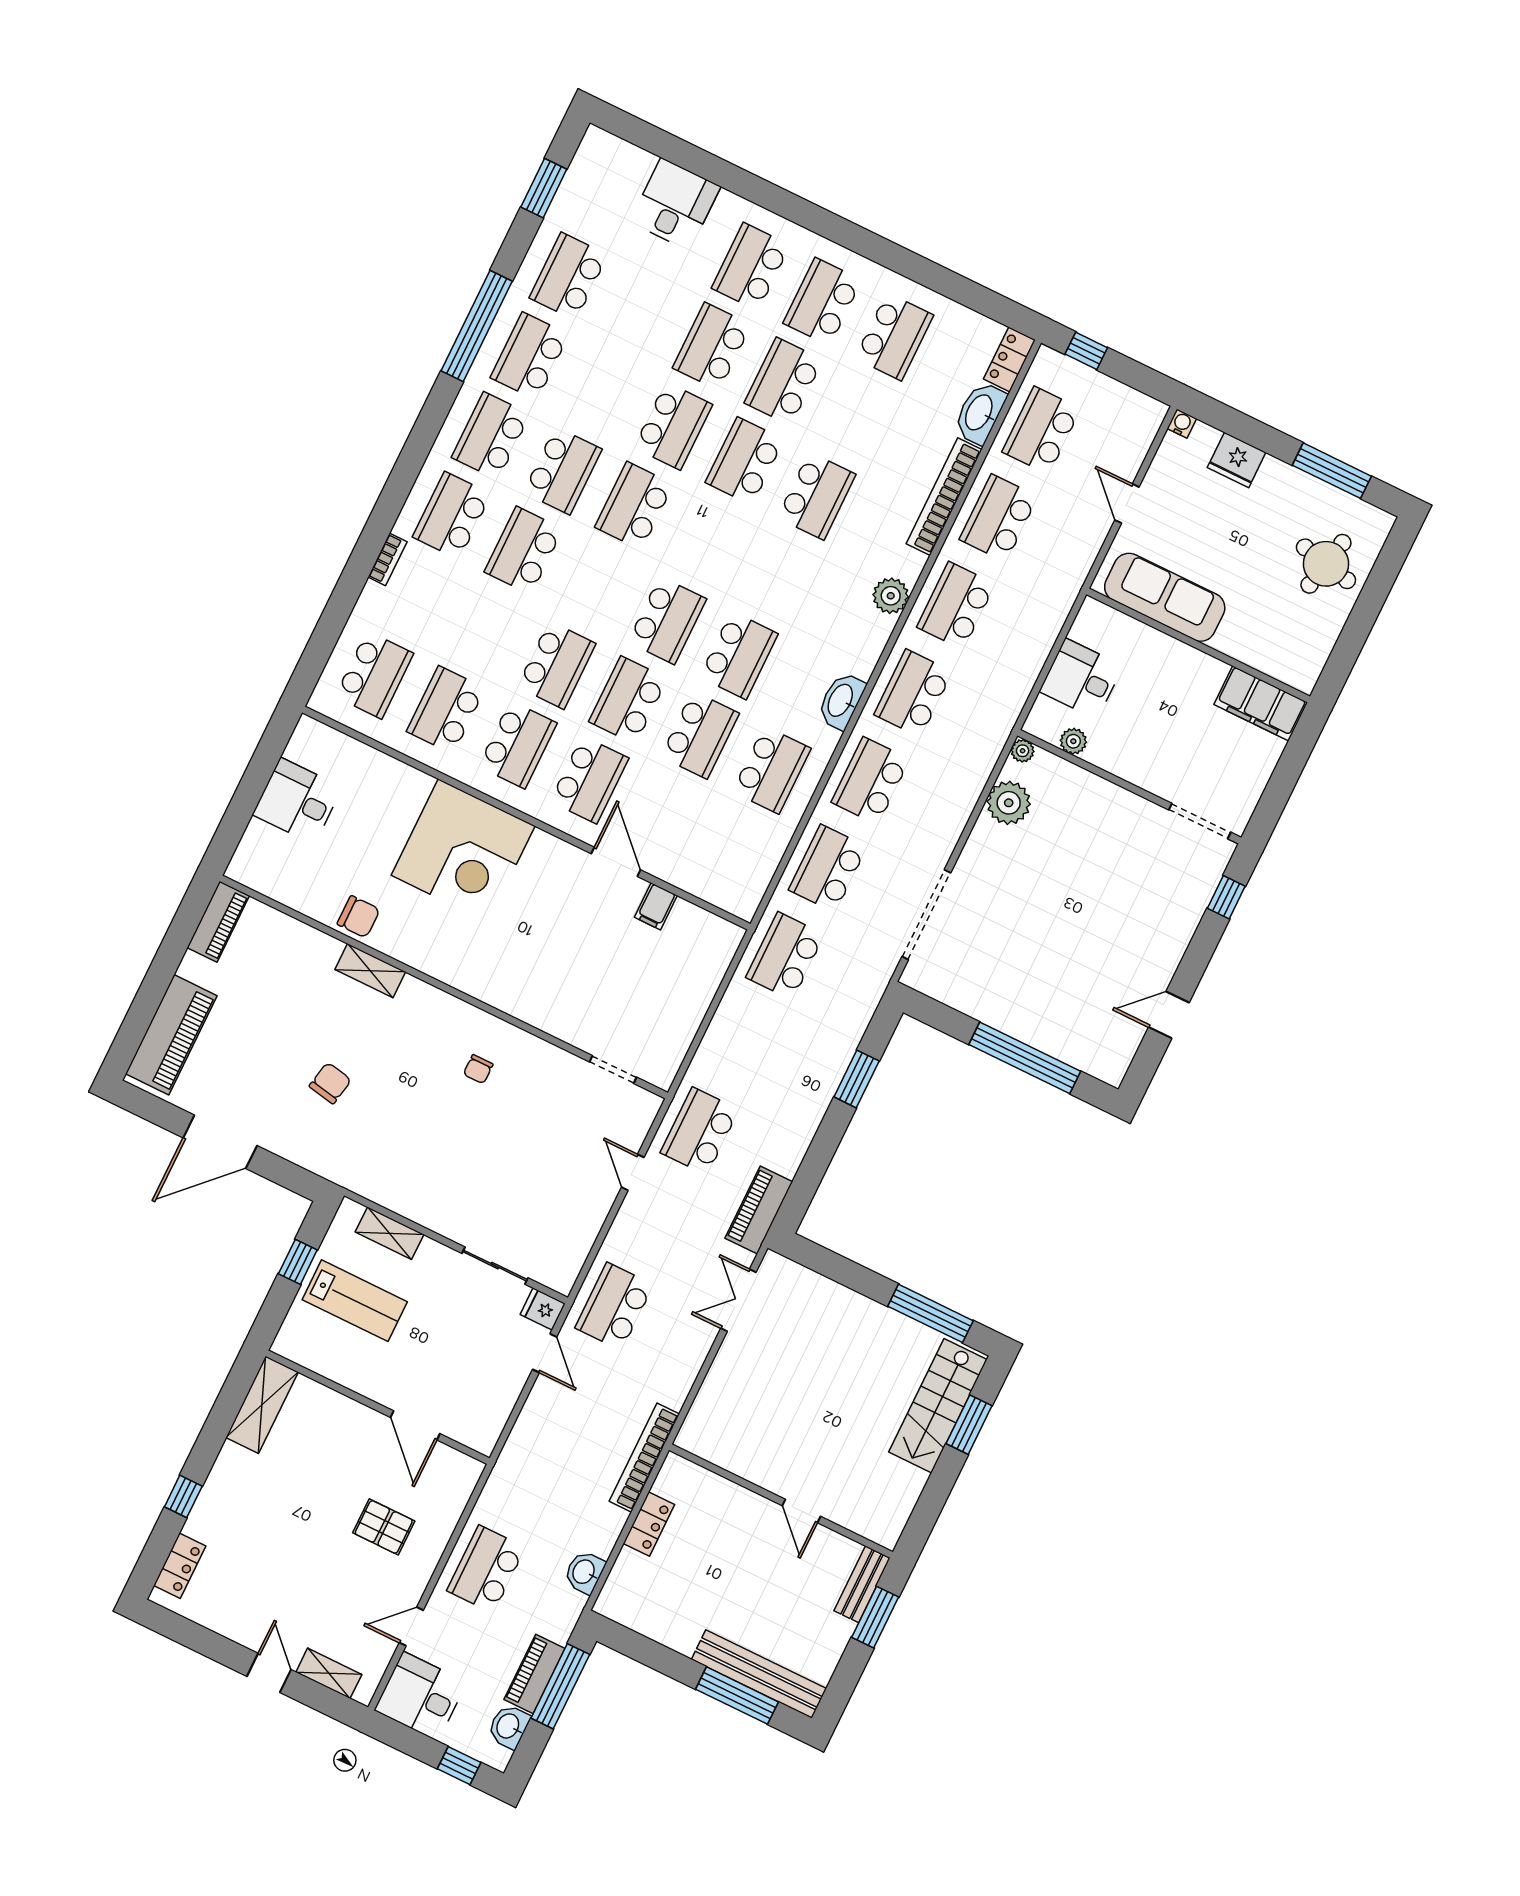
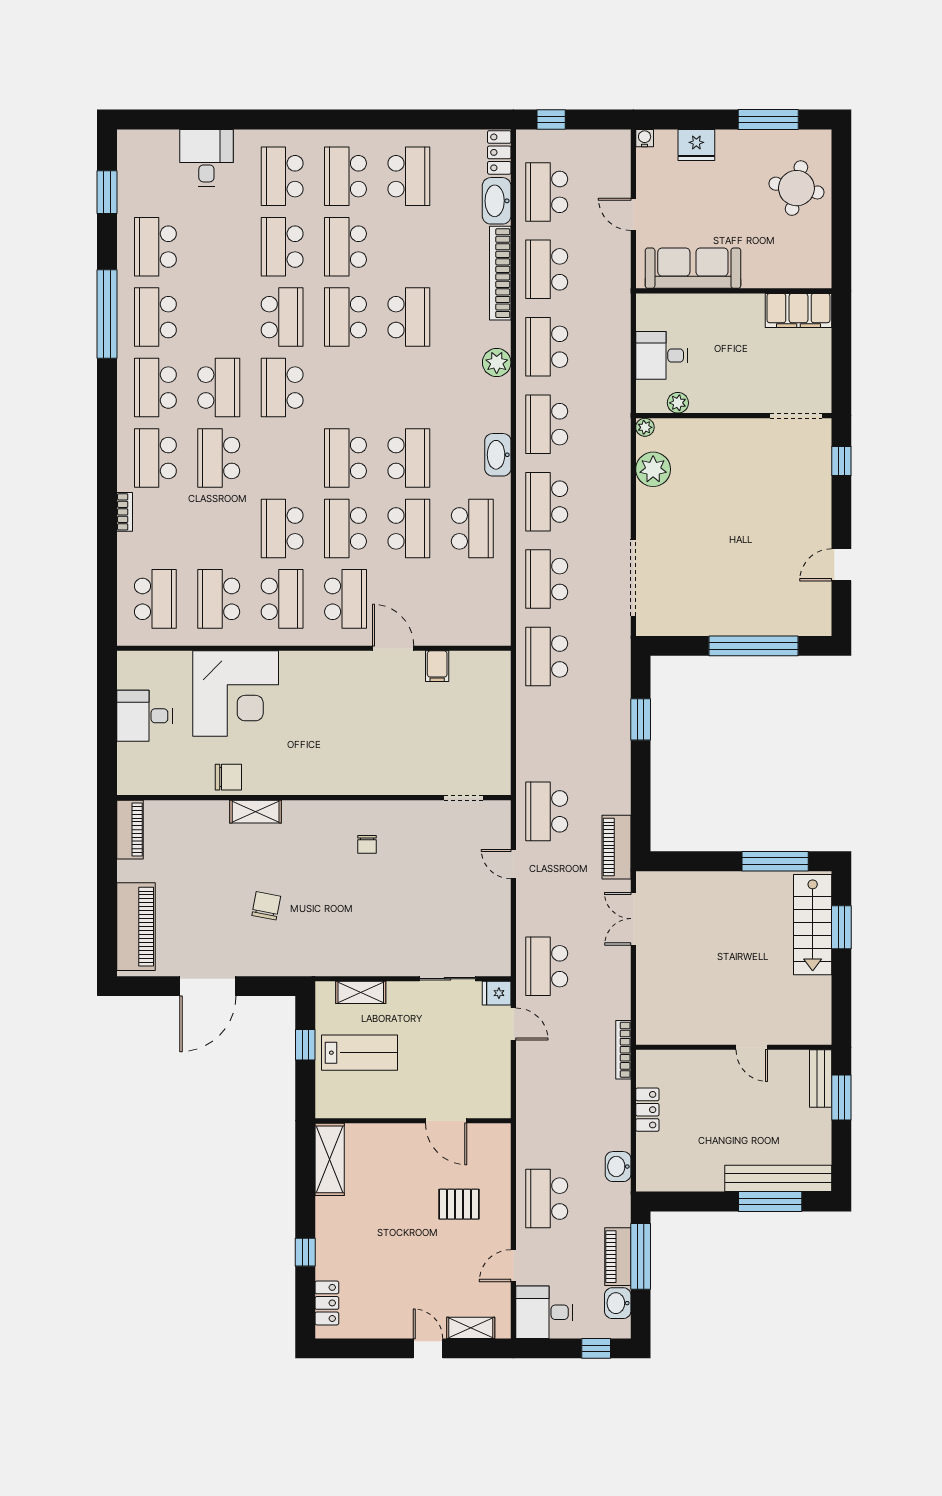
school desk: (667, 620) -> (346, 458), turned 180
school desk: (556, 665) -> (282, 528), turned 180
corner desk: (463, 851) -> (236, 694), moved
bookcase: (644, 1458) -> (623, 1050), width x0.68, depth x0.76

